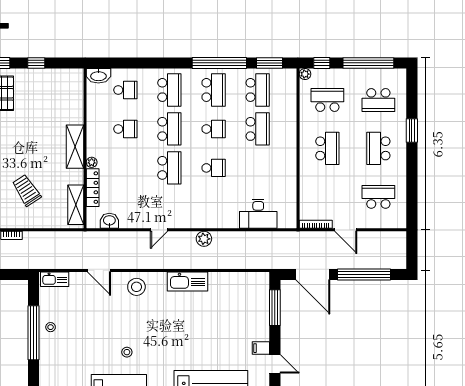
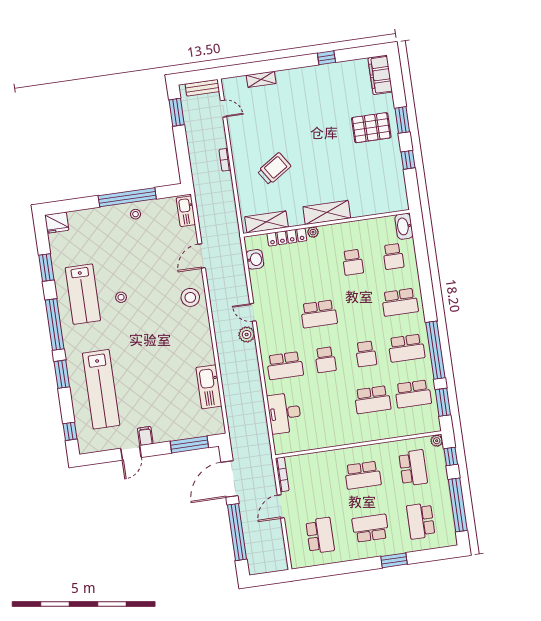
school desk: (169, 129) -> (285, 366), moved
plant: (204, 239) -> (247, 334), moved
kitchen sink: (187, 281) -> (209, 387), moved

